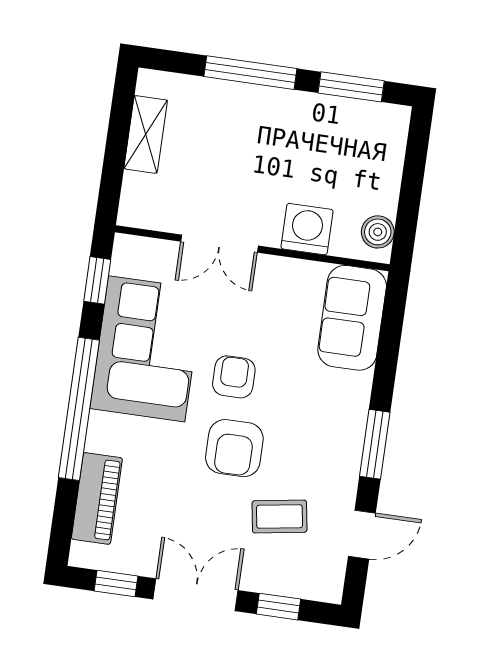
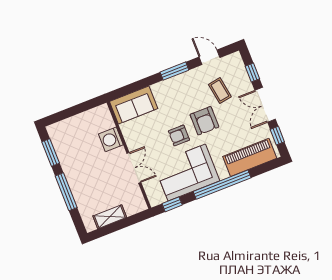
boiler: (378, 232) -> (97, 113), removed
armchair: (234, 448) -> (204, 121), turned 90
piano: (97, 498) -> (250, 157), width x1.37, depth x1.33

